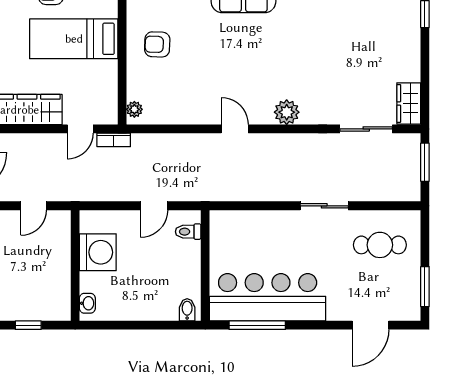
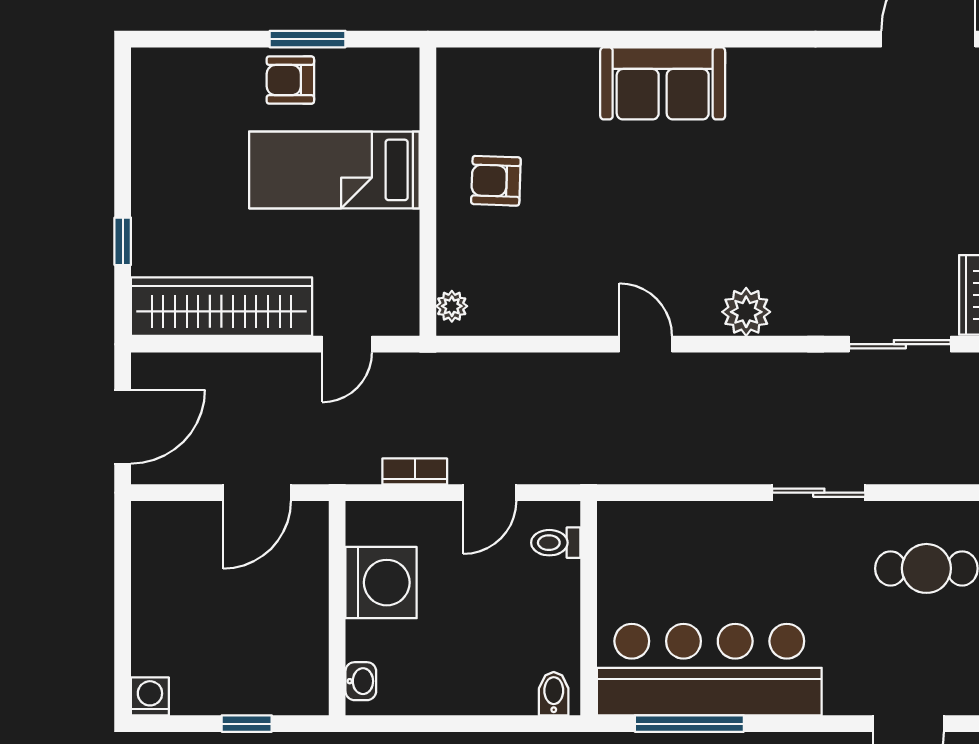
bookcase: (114, 140) -> (415, 471), moved, turned 180
door: (34, 206) -> (257, 493), width x1.38

